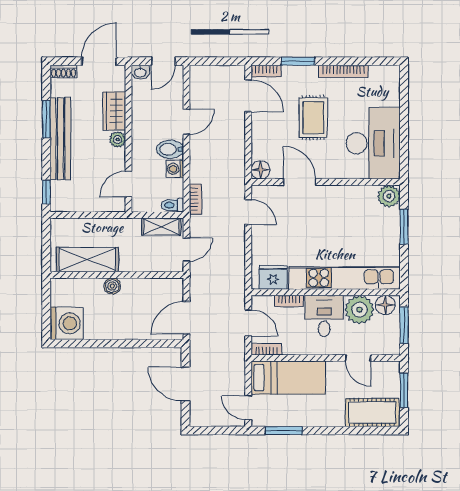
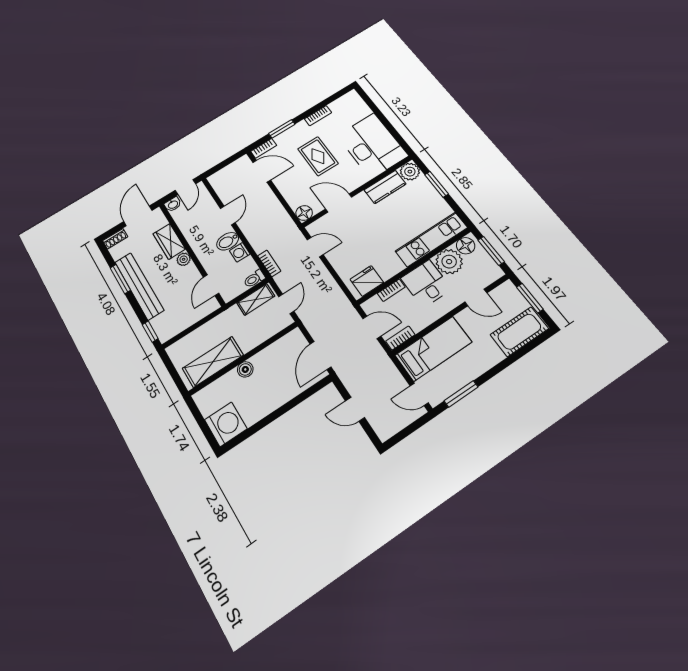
bookcase: (343, 71) -> (318, 116), width x0.64
kitchen counter: (354, 196) -> (385, 187), added
kitchen unit: (344, 278) -> (431, 239), width x0.73
door: (185, 384) -> (355, 409), width x0.73

